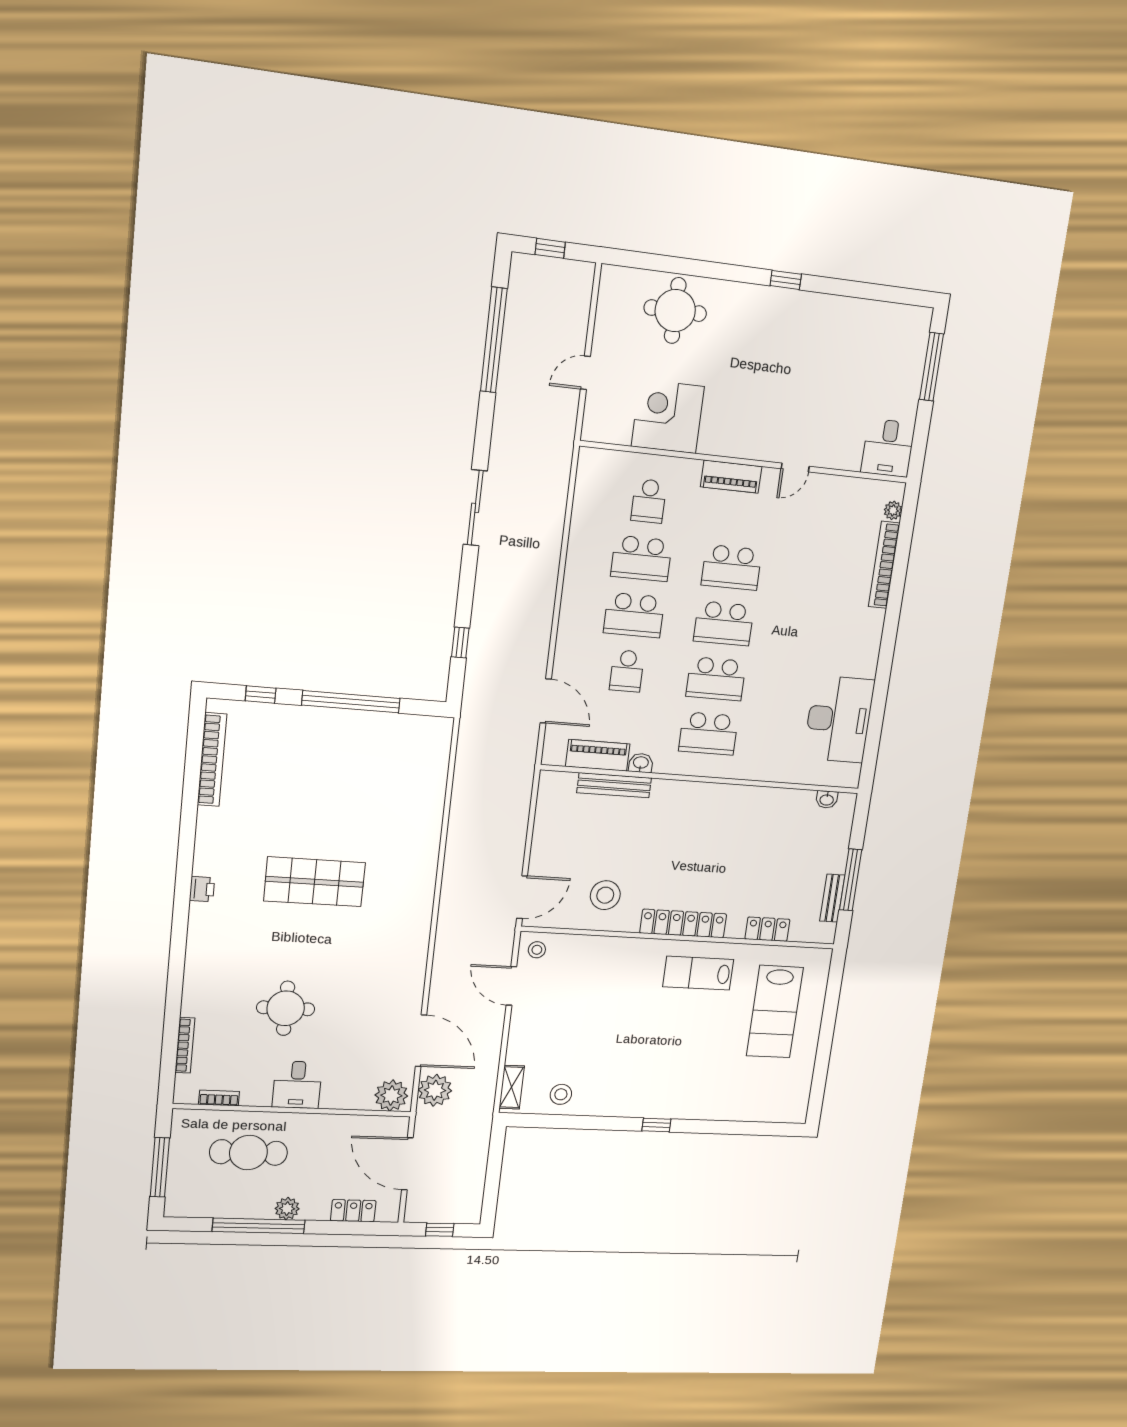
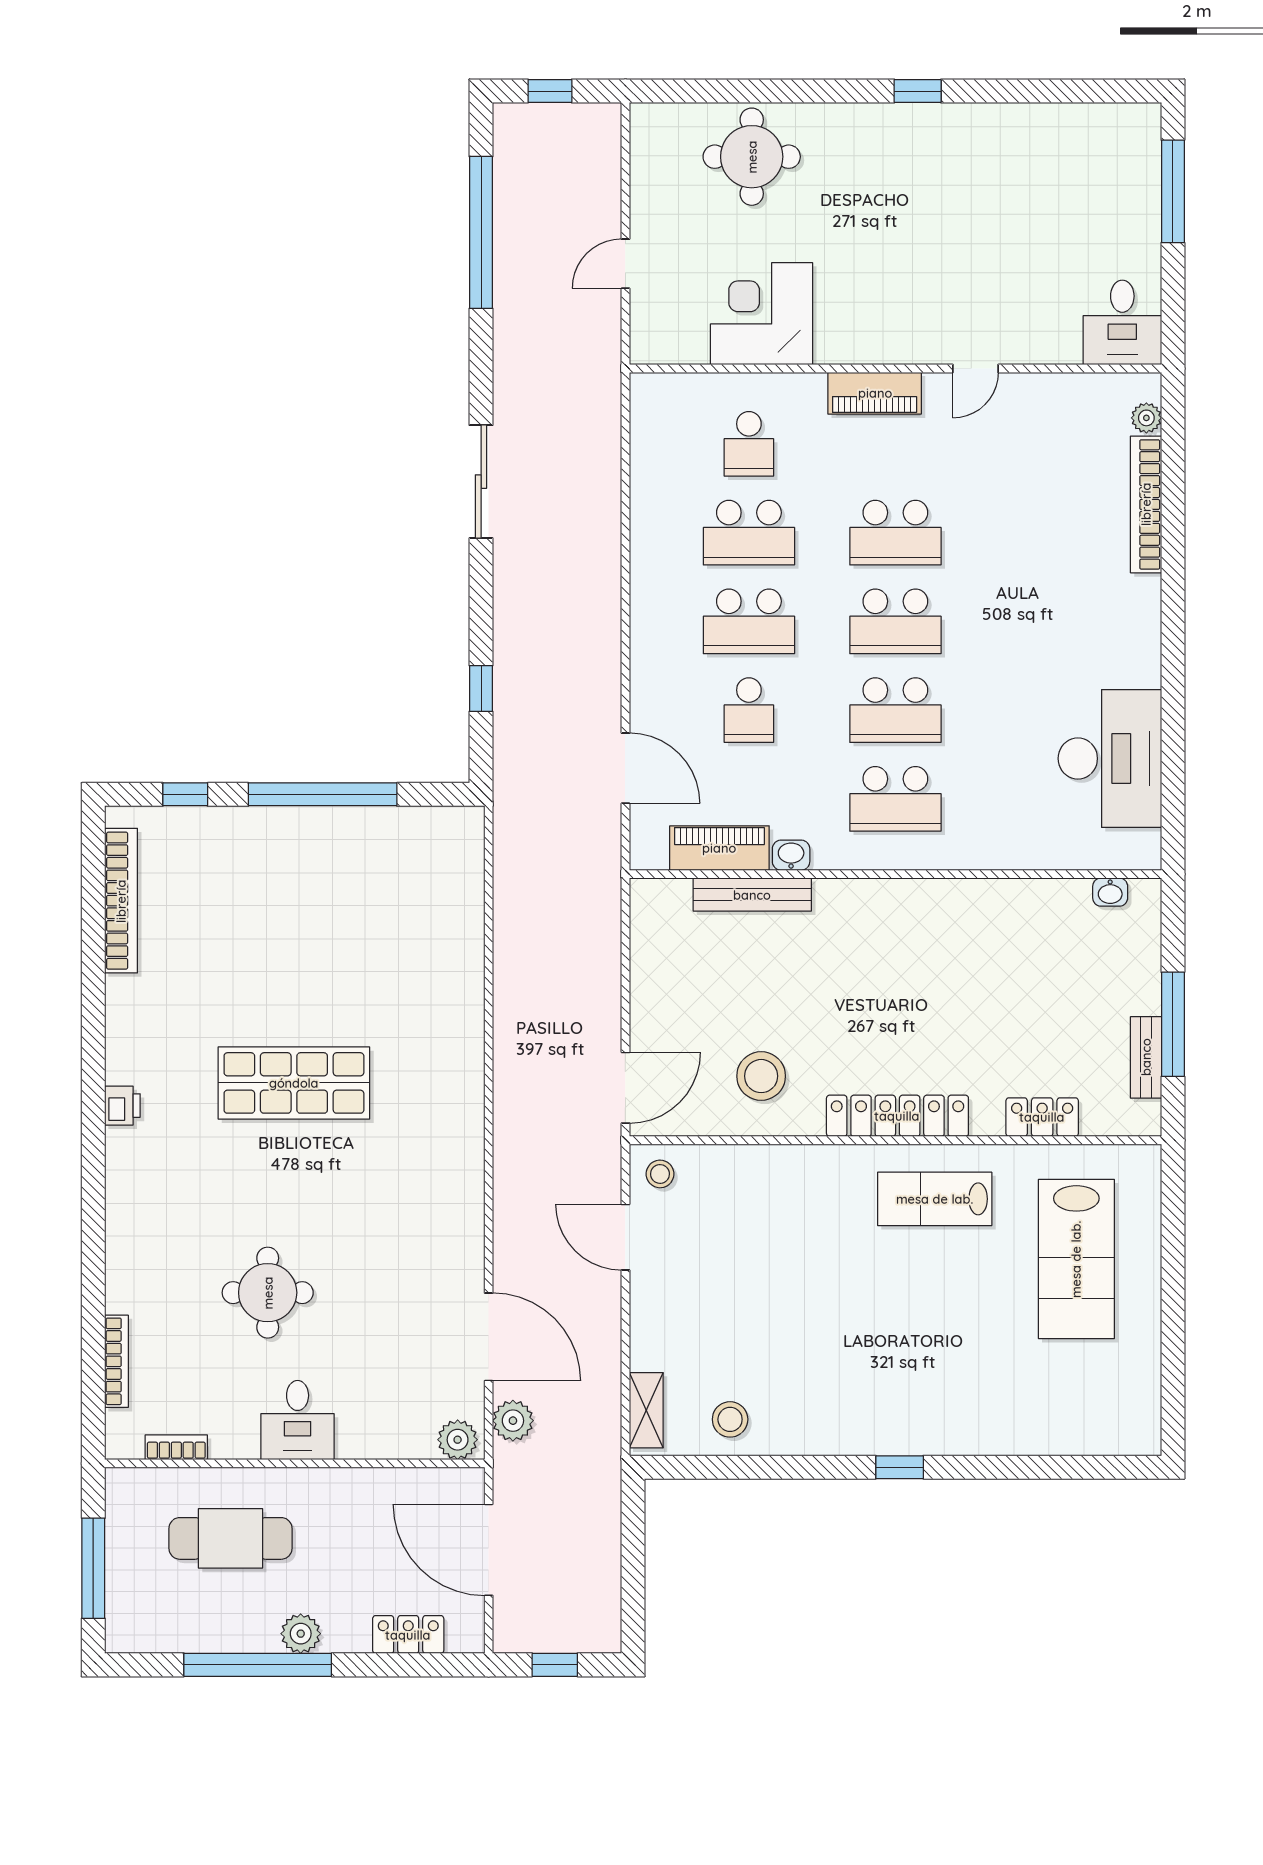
plant: (435, 1090) -> (513, 1421), width x0.73, depth x0.73
plant: (391, 1096) -> (458, 1440), width x0.73, depth x0.73

